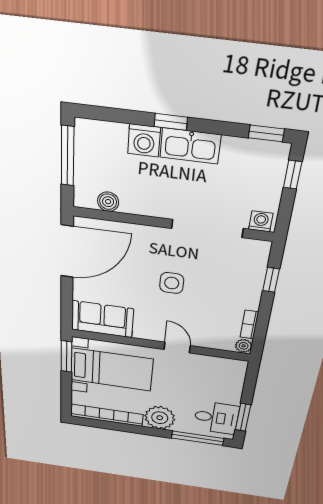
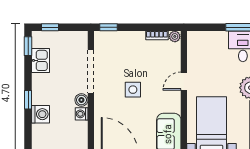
kitchen sink: (190, 146) -> (40, 60), moved, width x0.73
boiler: (108, 202) -> (81, 100), moved
washing machine: (261, 221) -> (82, 114), moved
window: (271, 280) -> (109, 27), moved

